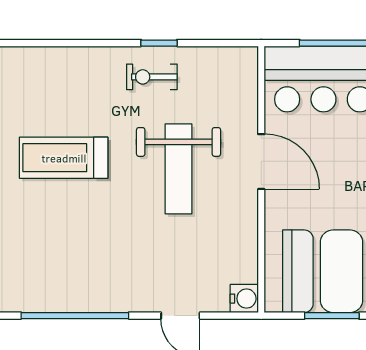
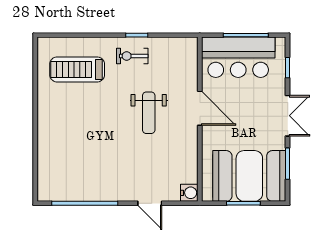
treadmill: (64, 158) -> (77, 69), moved
weight bench: (179, 169) -> (149, 113), width x0.73, depth x0.75

